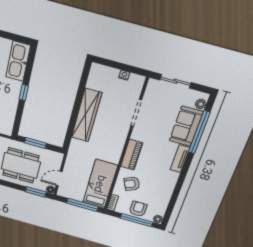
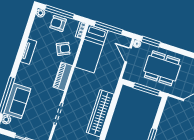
window: (35, 143) -> (147, 89), width x1.44
tv unit: (180, 159) -> (29, 51), moved
door: (59, 178) -> (128, 55), swing flipped
armchair: (138, 209) -> (58, 24), turned 90

